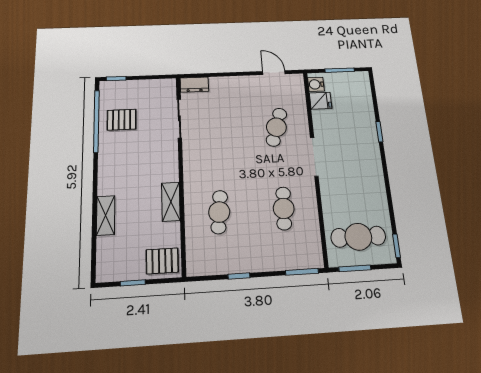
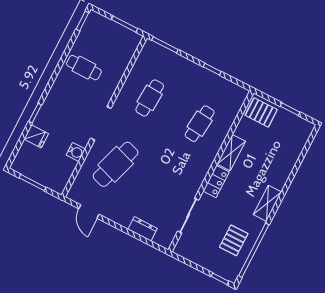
water cooler: (316, 84) -> (76, 152), moved
dresser: (194, 85) -> (143, 229), moved
fridge: (321, 101) -> (36, 136), moved, turned 180
pallet: (122, 120) -> (234, 240), turned 90
cafe table: (276, 127) -> (116, 164), width x1.37, depth x1.35
locker: (170, 165) -> (216, 182), added
shelving: (106, 215) -> (267, 203), moved
cafe table: (358, 237) -> (84, 68), moved, width x0.73, depth x0.74

